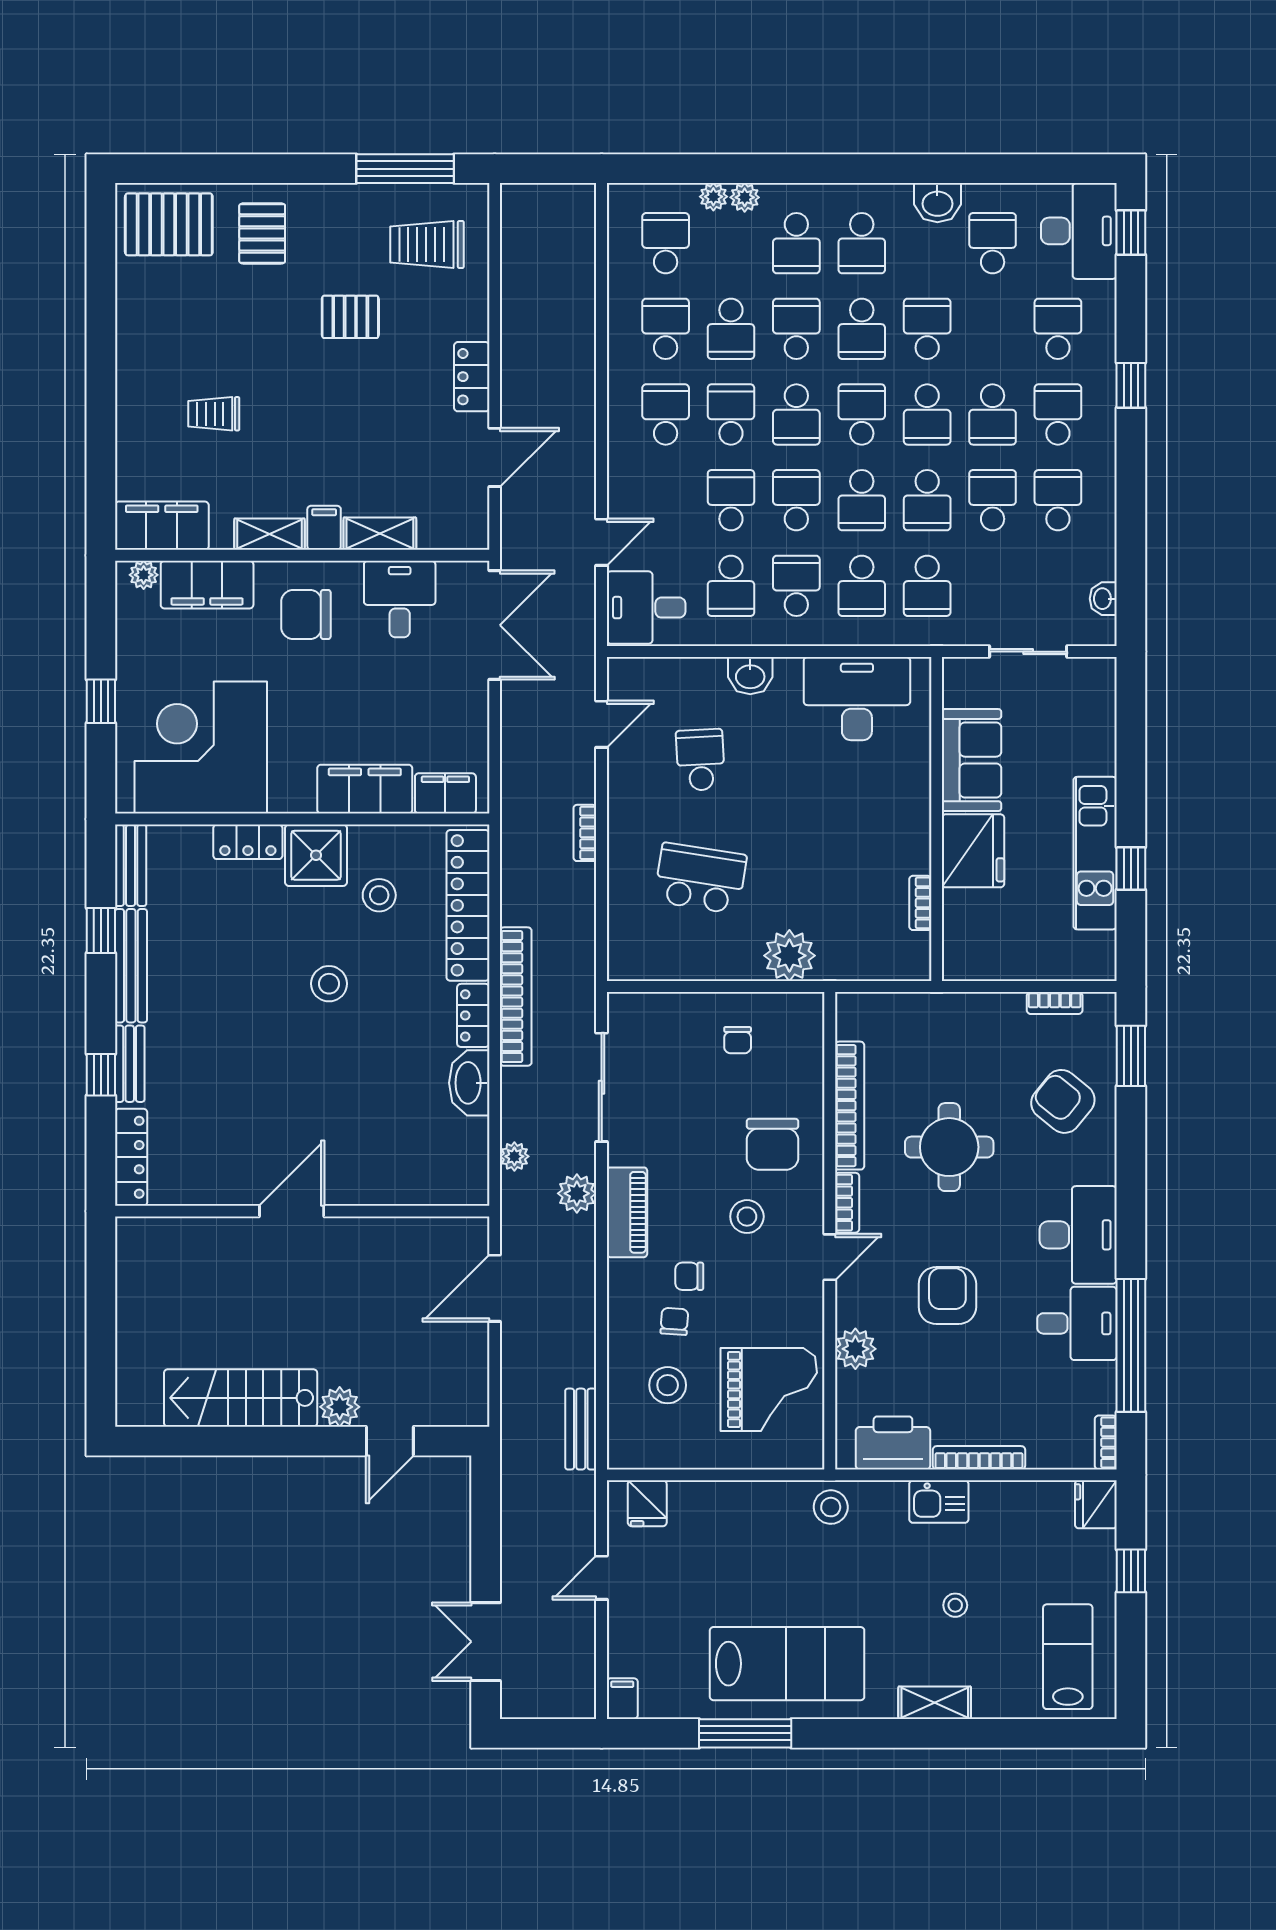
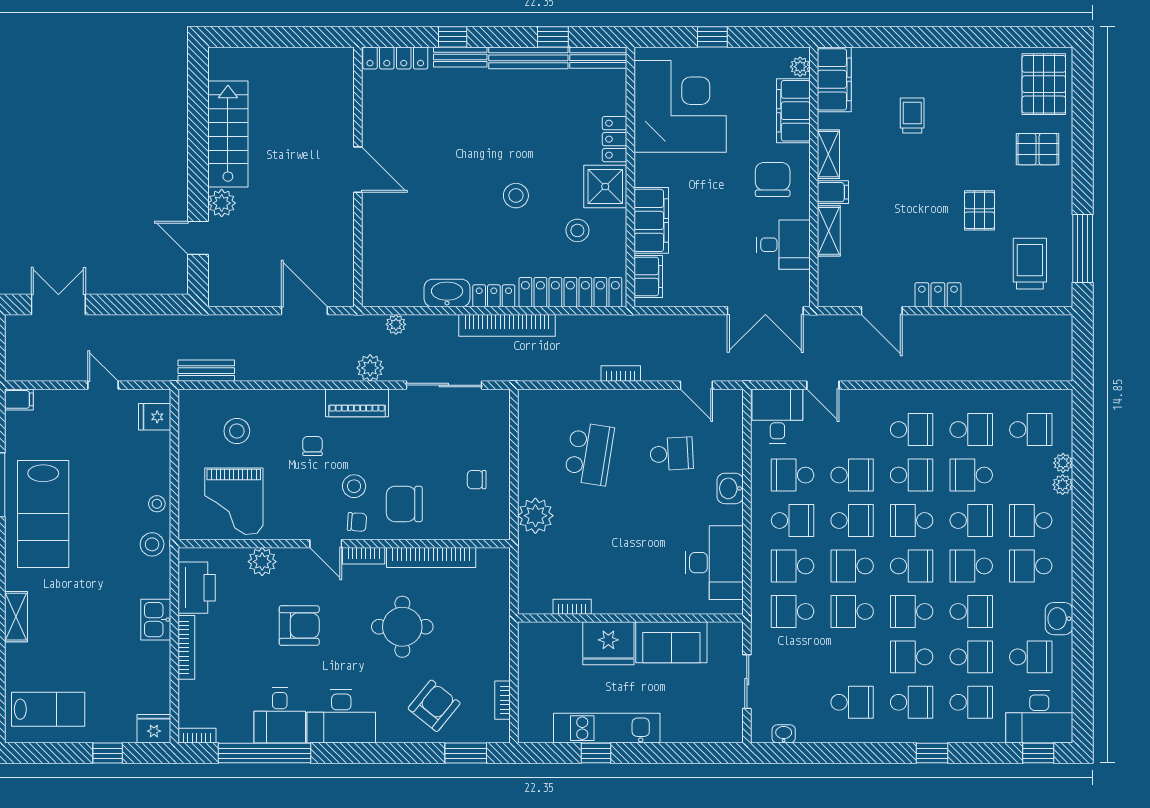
school desk: (993, 500) -> (971, 657), moved
chair: (674, 1321) -> (357, 522), moved
stool: (955, 1605) -> (157, 504), moved

